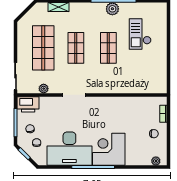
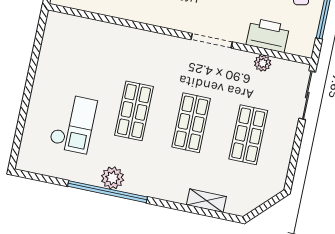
shop shelf: (43, 48) -> (248, 135), width x0.70, depth x0.74
printer: (28, 104) -> (268, 35), moved

